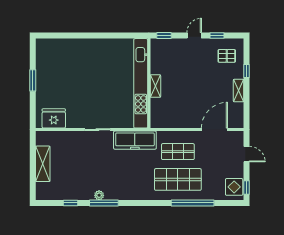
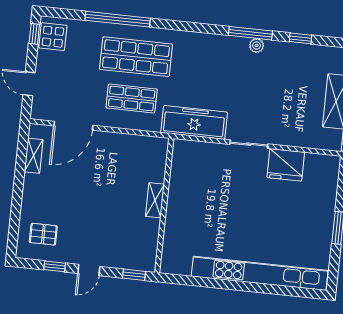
window: (247, 71) -> (16, 208), removed
kitchen unit: (141, 83) -> (260, 273), moved, turned -90
shelving: (239, 91) -> (34, 156), moved
fridge: (54, 118) -> (286, 165), moved

